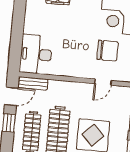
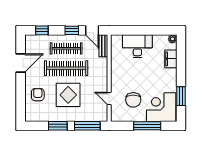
desk: (36, 54) -> (137, 46), moved

